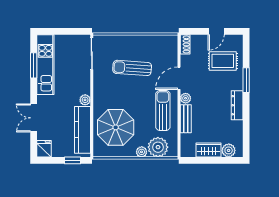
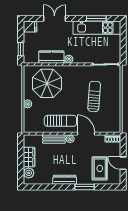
kitchen counter: (83, 130) -> (51, 57), width x0.67
plant: (158, 147) -> (31, 117), removed

